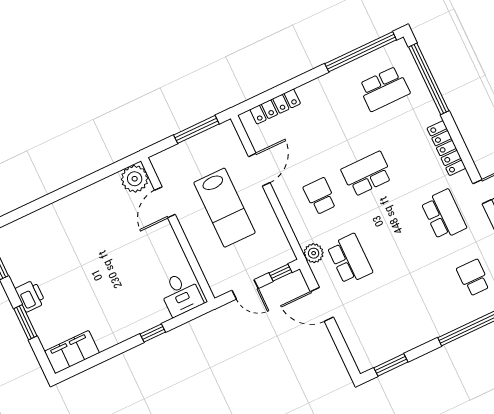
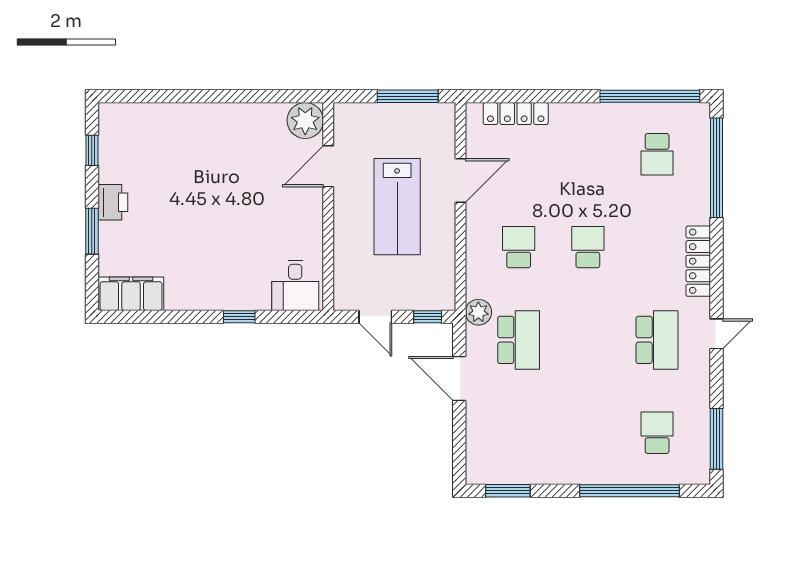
school desk: (384, 89) -> (657, 154), width x0.54
school desk: (367, 174) -> (588, 247), width x0.54

